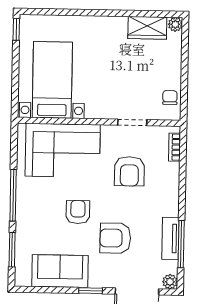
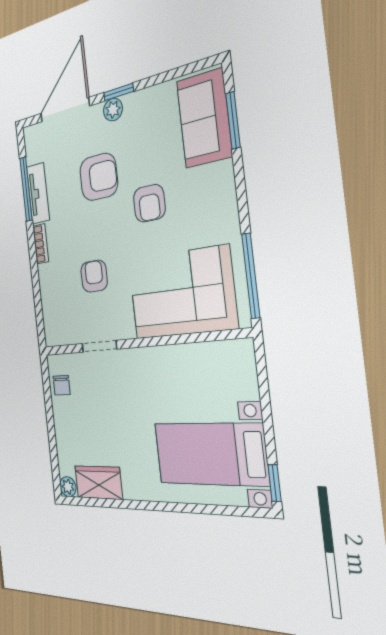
bed with nightstands: (52, 80) -> (210, 454), moved, turned 90
bookcase: (175, 147) -> (41, 244), moved
armchair: (129, 171) -> (94, 276), width x0.72, depth x0.72
window: (13, 195) -> (251, 276), moved
sofa: (60, 271) -> (204, 118), moved, turned 90
plant: (170, 282) -> (113, 110), moved

